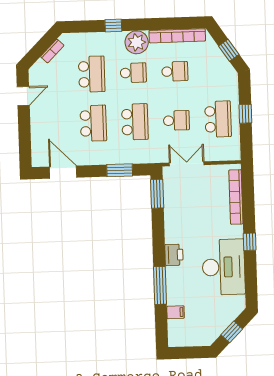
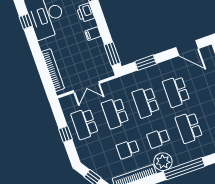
window: (113, 26) -> (184, 169), width x3.17
school desk: (176, 120) -> (115, 113), width x1.85
double door: (187, 164) -> (86, 87), moved
filing cabinet: (173, 226) -> (93, 34), added
window: (250, 242) -> (26, 21), moved

